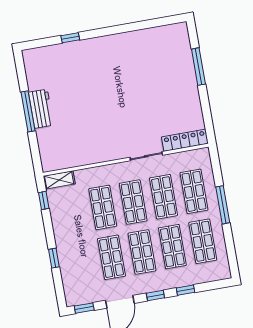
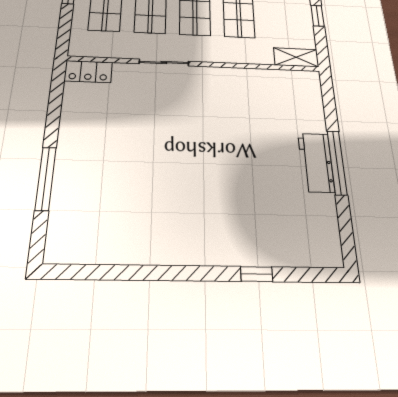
locker: (185, 140) -> (88, 72), width x0.66
window: (44, 200) -> (317, 16), moved

